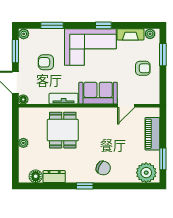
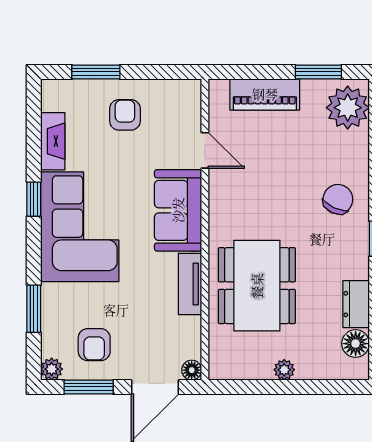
plant: (150, 34) -> (52, 99), removed
armchair: (46, 62) -> (94, 345), moved
dining table: (63, 130) -> (257, 286), width x1.38

